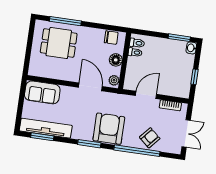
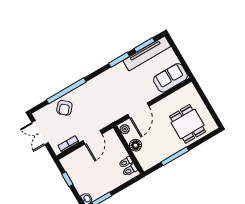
window: (65, 21) -> (175, 156), moved
chair: (111, 38) -> (152, 159), removed
dining table: (59, 43) -> (188, 124), turned 90
door: (90, 87) -> (138, 110), hinge flipped
armchair: (109, 129) -> (100, 90), removed
window: (89, 144) -> (119, 60), moved

